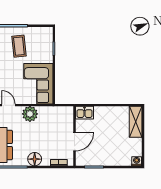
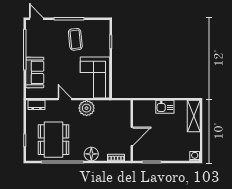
kitchen sink: (85, 113) -> (165, 107), moved

